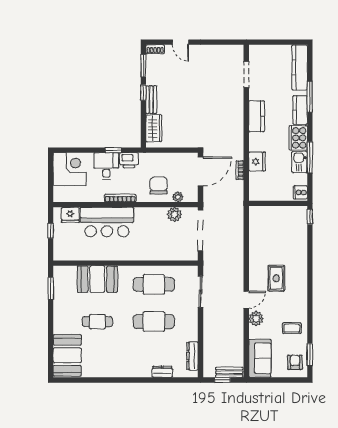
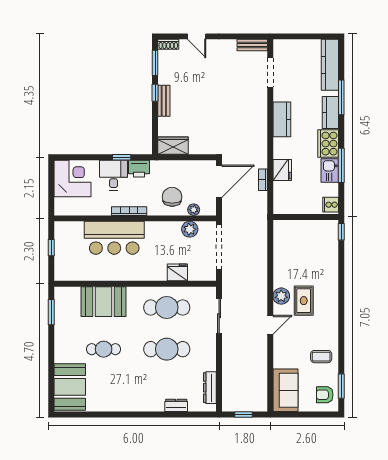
wardrobe: (154, 128) -> (173, 146), moved, turned -90
fridge: (70, 215) -> (177, 272), moved, turned 180
plant: (256, 319) -> (281, 296), moved
armchair: (295, 362) -> (325, 395), turned -90
bench: (229, 372) -> (252, 45), moved

